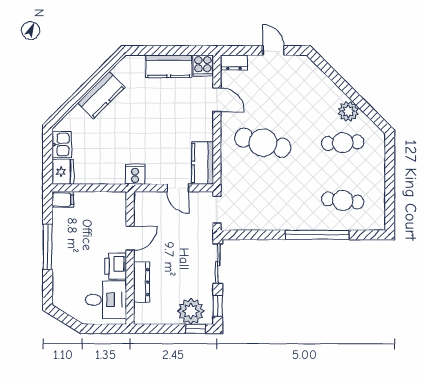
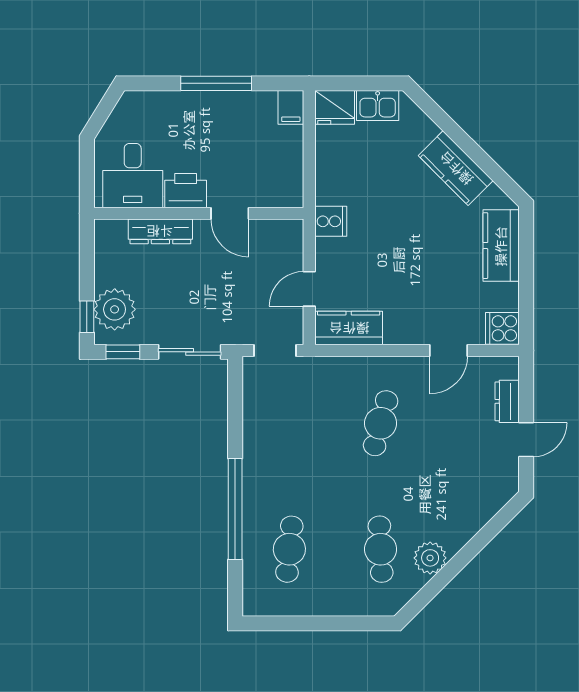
dresser: (234, 63) -> (507, 401), moved
kitchen counter: (169, 66) -> (501, 246), moved
cafe table: (263, 143) -> (381, 423), width x0.73, depth x0.74

